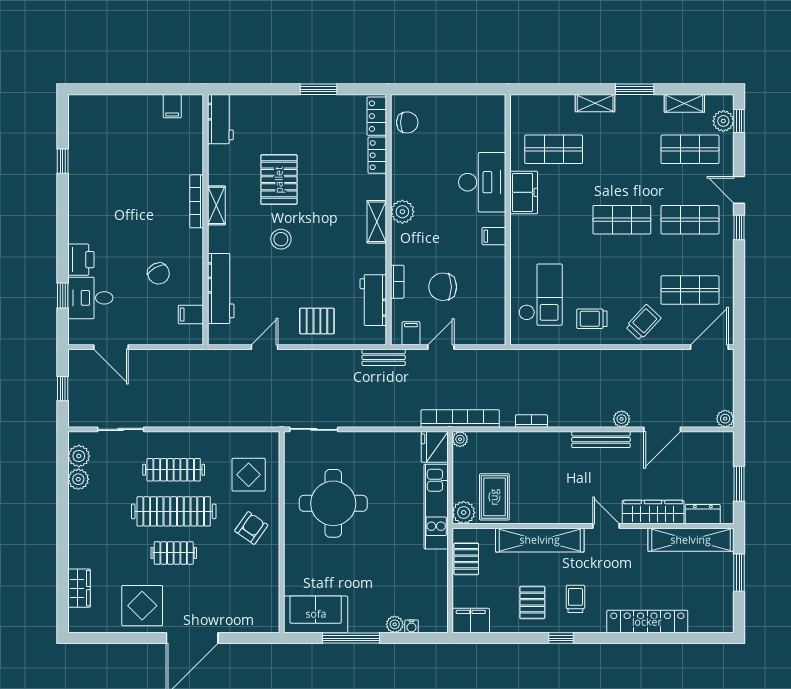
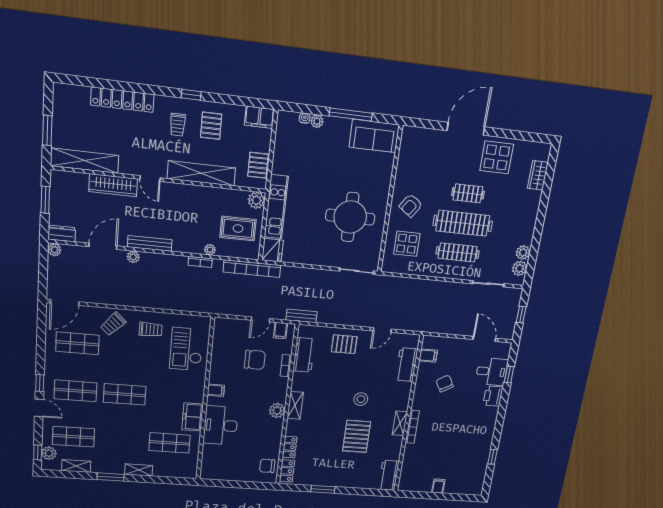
filing cabinet: (172, 106) -> (438, 486), moved
workbench: (221, 288) -> (407, 365), width x0.73
plant: (460, 439) -> (210, 250), moved
rug: (494, 497) -> (238, 228), moved, turned 90
dresser: (703, 514) -> (62, 234), moved, turned 180

